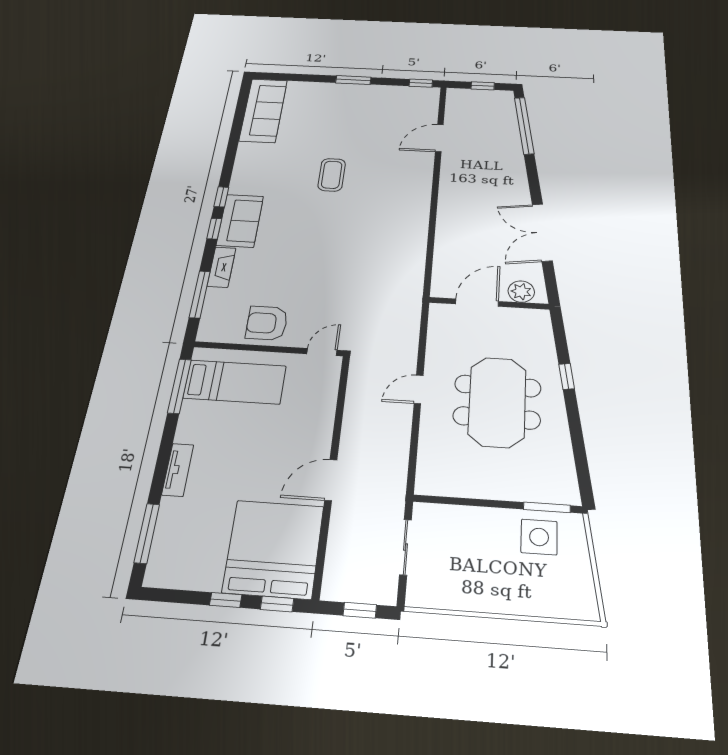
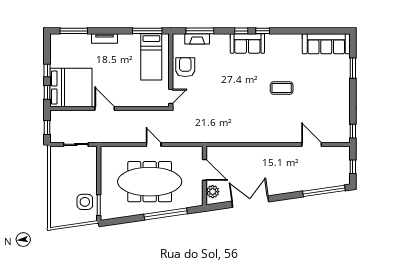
window: (353, 80) -> (353, 68), moved
fireplace: (222, 267) -> (197, 39), moved
door: (322, 352) -> (171, 96), hinge flipped
window: (567, 376) -> (166, 214), width x3.17
meeting table: (497, 402) -> (150, 182), width x1.36

